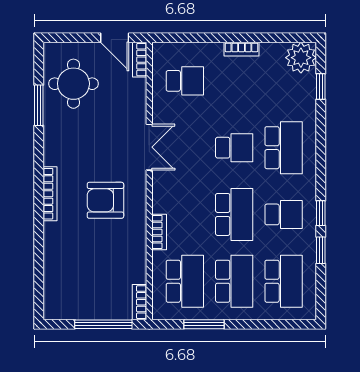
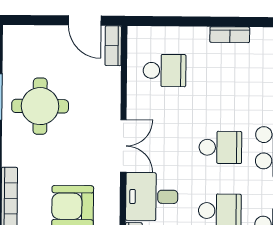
round table: (73, 84) -> (40, 106), moved
desk: (174, 191) -> (152, 197), added

